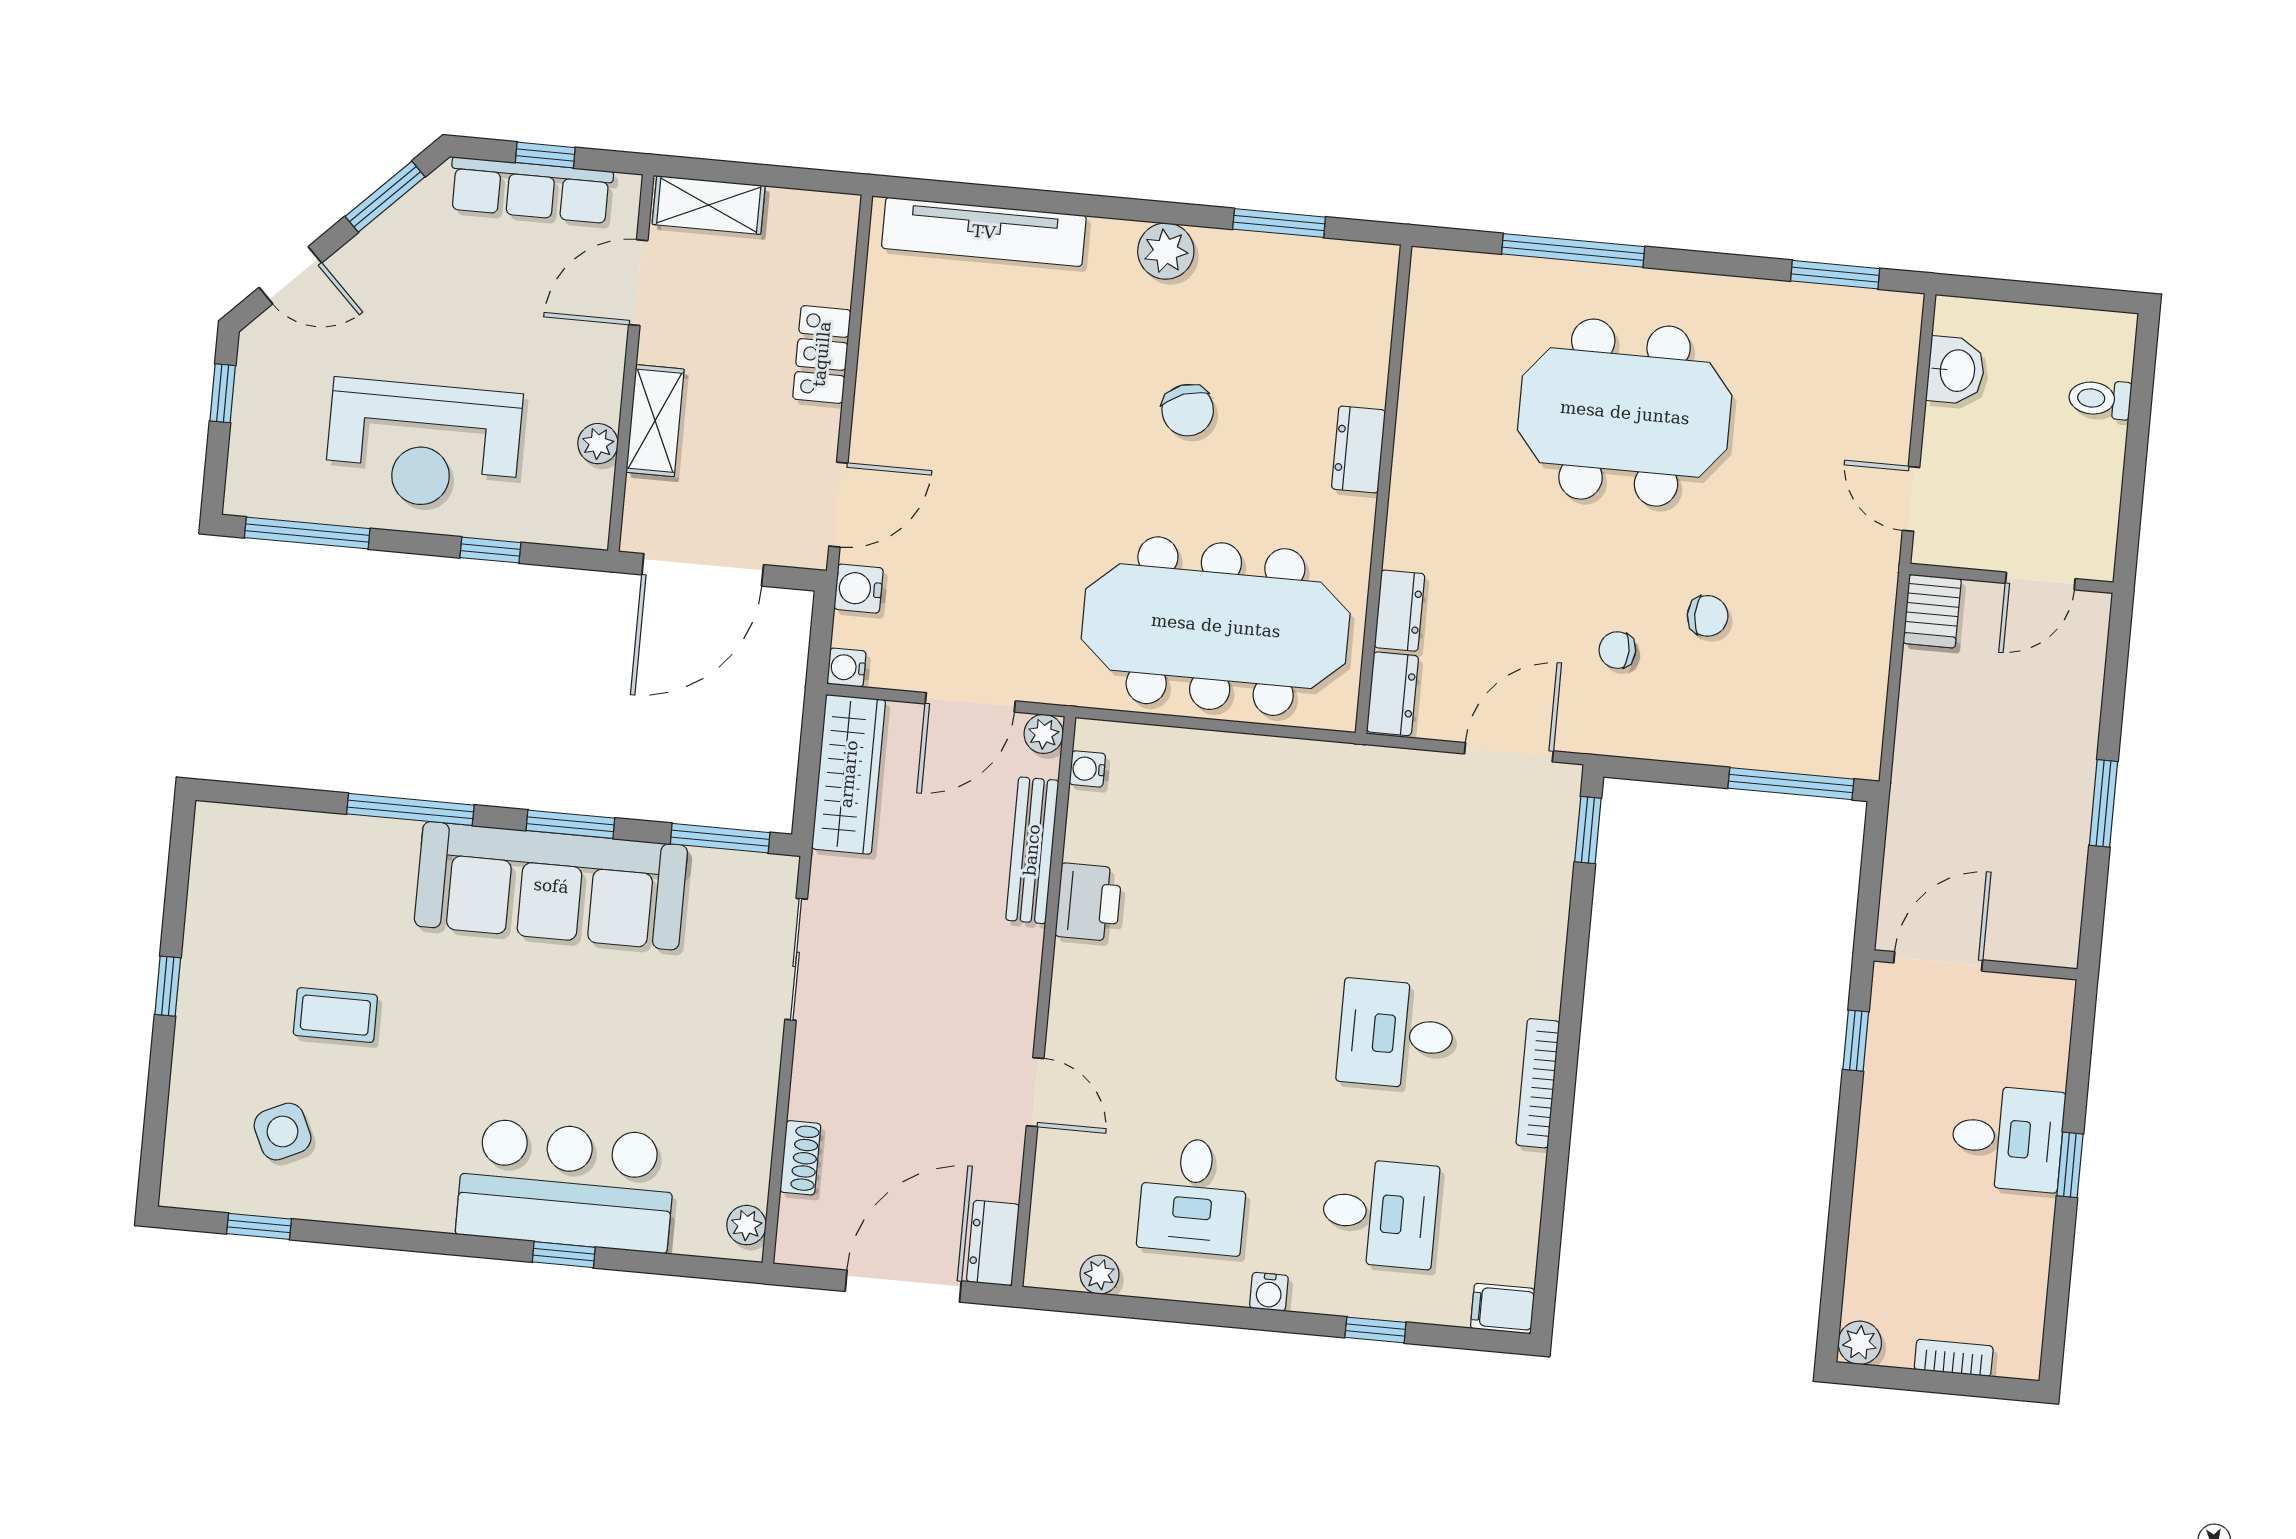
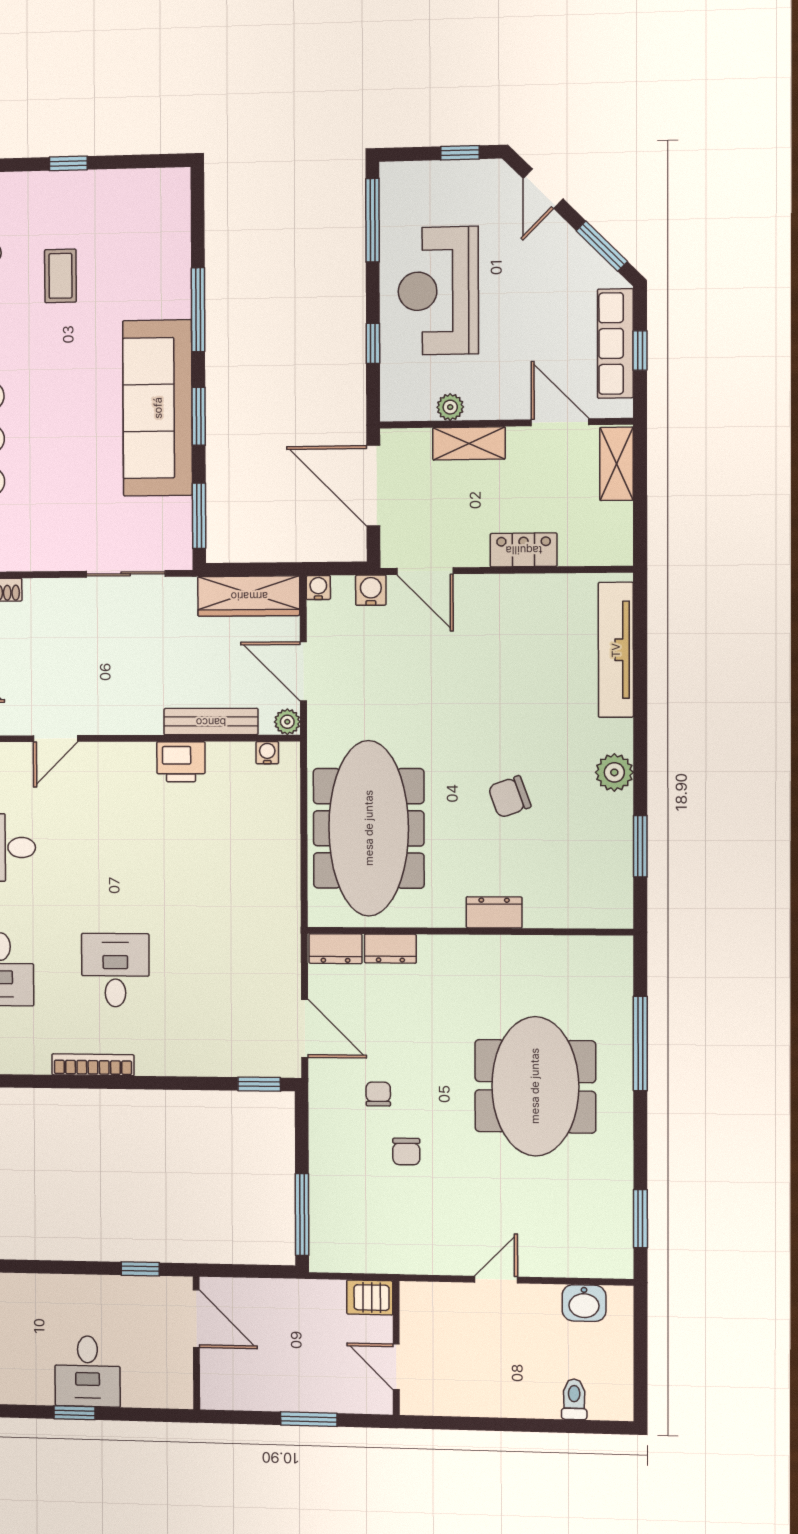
wall: (2011, 578) -> (396, 1348), moved
door: (2040, 581) -> (396, 1367), moved
server rack: (1932, 611) -> (370, 1297), moved

